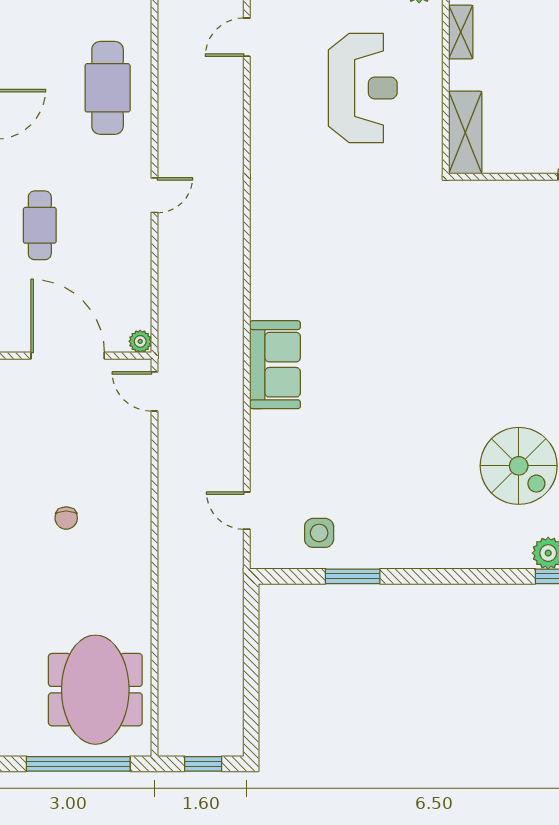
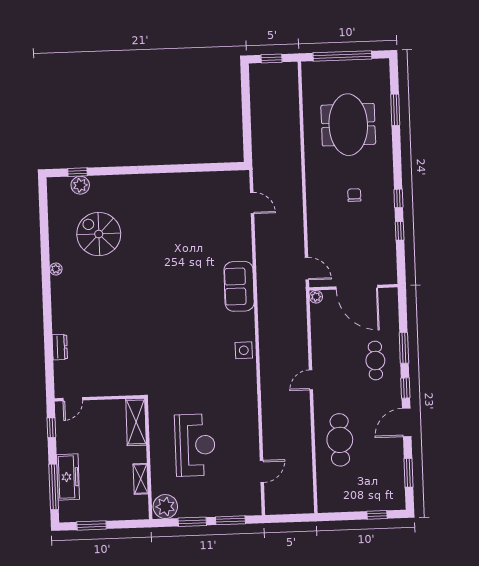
reception desk: (363, 88) -> (195, 445), turned 180
side table: (319, 533) -> (244, 350), moved
window: (353, 576) -> (191, 168), removed
meeting table: (95, 690) -> (348, 125), moved

